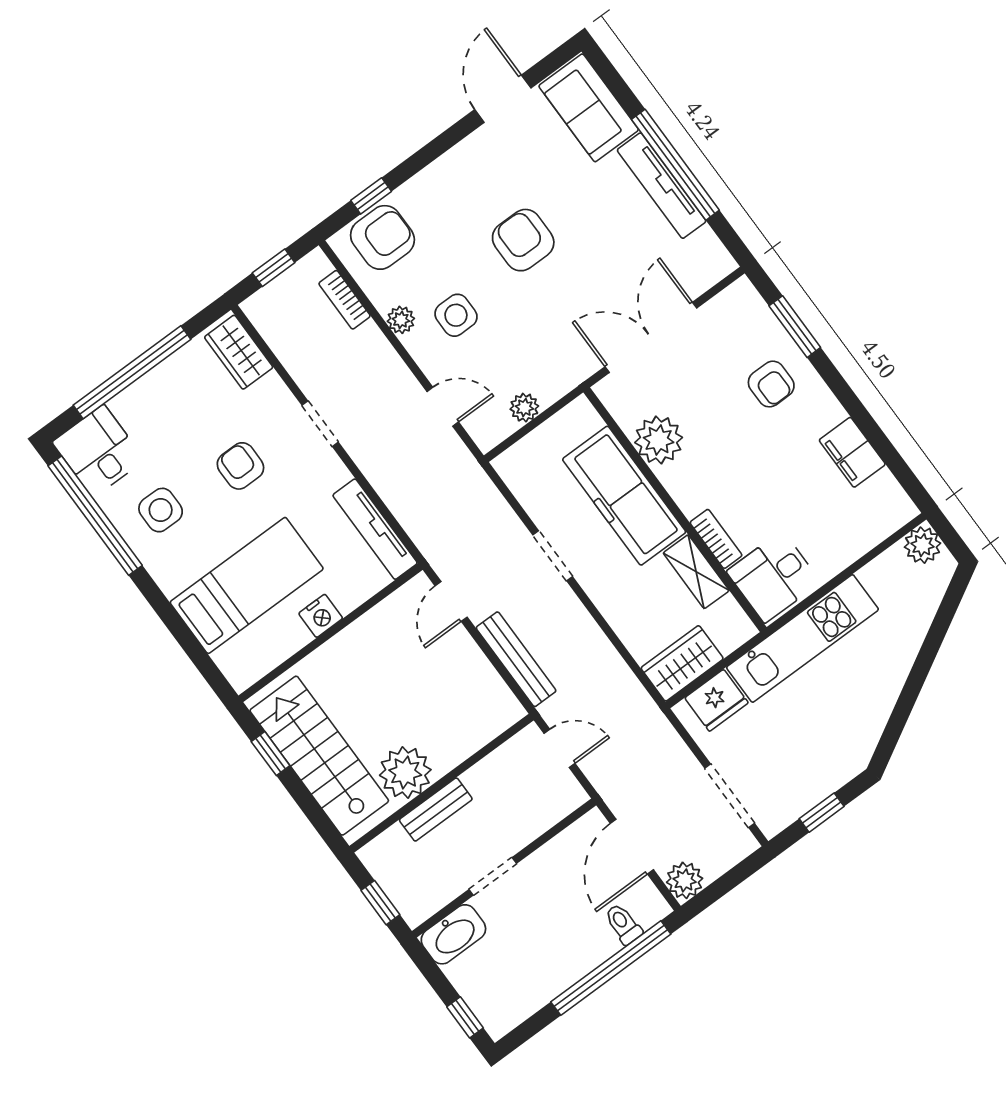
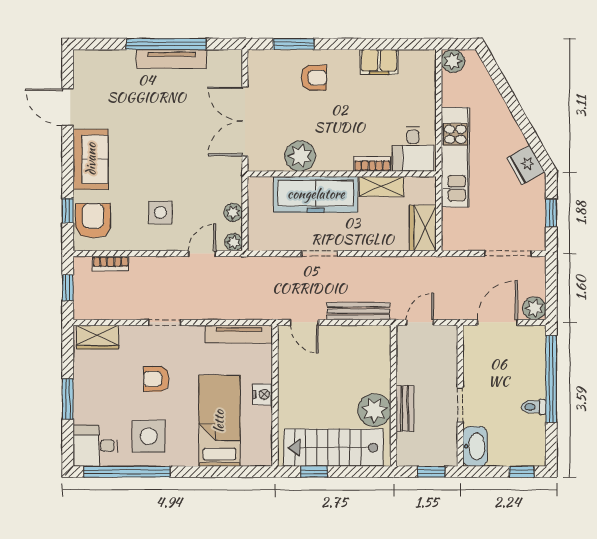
sofa: (589, 108) -> (91, 159), moved, turned -90
armchair: (523, 240) -> (147, 150), removed
plant: (401, 320) -> (234, 242), moved
window: (132, 372) -> (68, 399), width x0.47
side table: (161, 510) -> (149, 436), width x1.37, depth x1.37
fridge: (717, 700) -> (526, 165), moved, turned 151
door: (632, 847) -> (497, 322), swing flipped
toilet: (623, 924) -> (533, 407), moved

